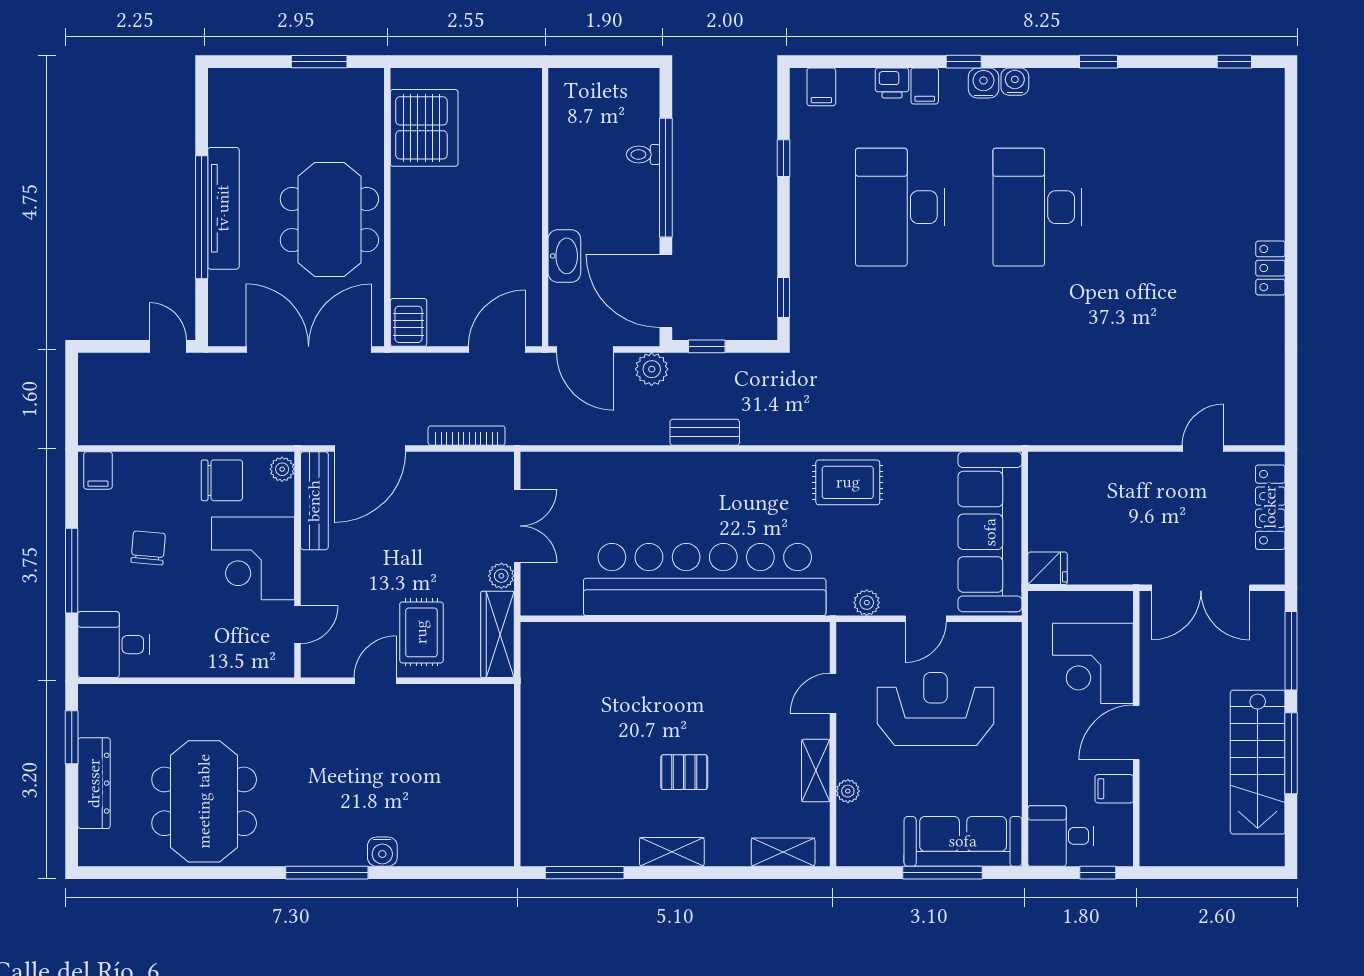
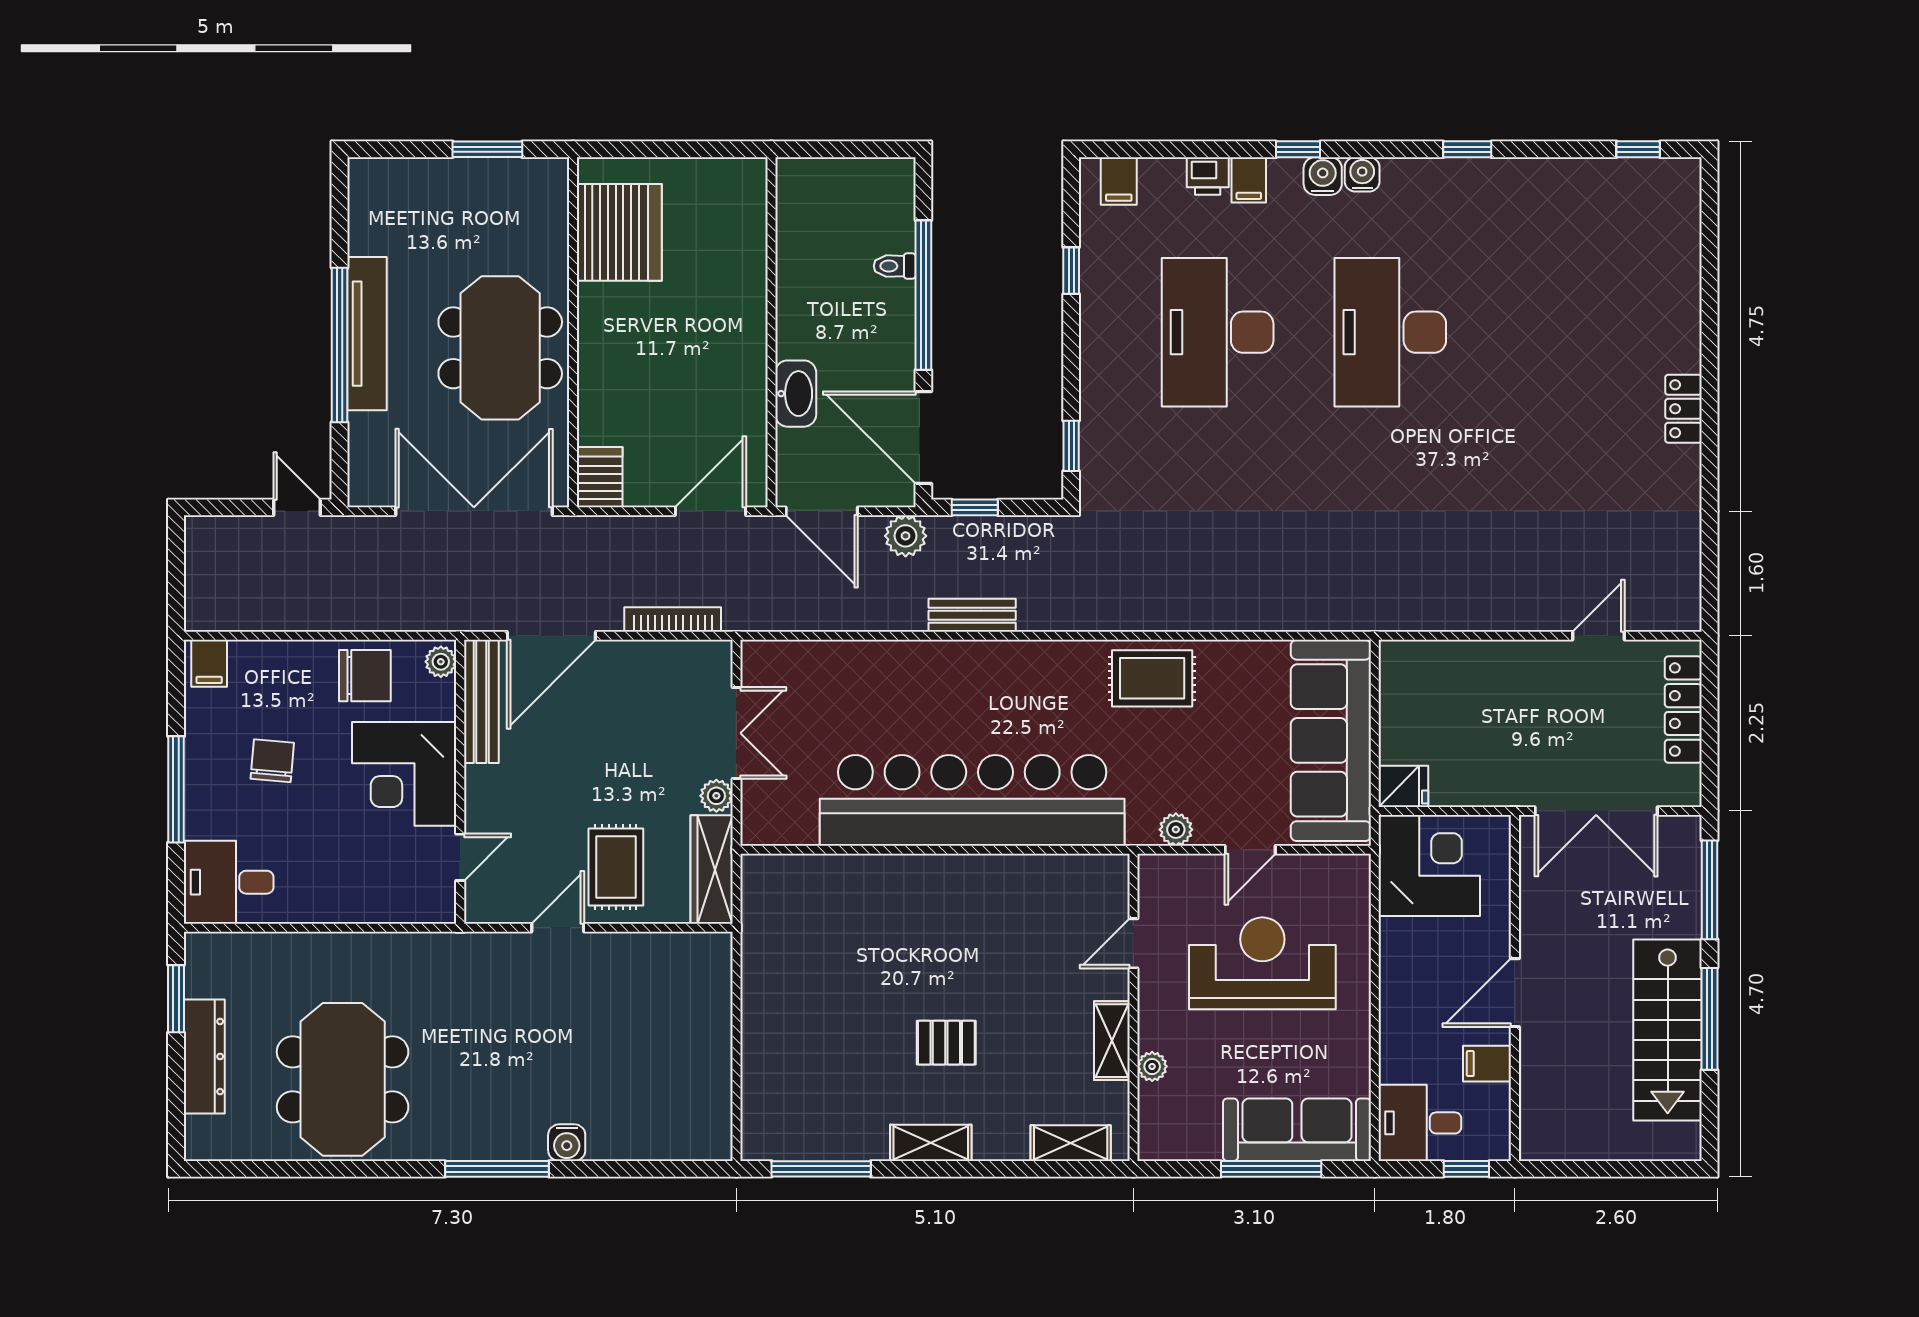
corner desk: (1093, 663) -> (1429, 865), moved, turned 180

